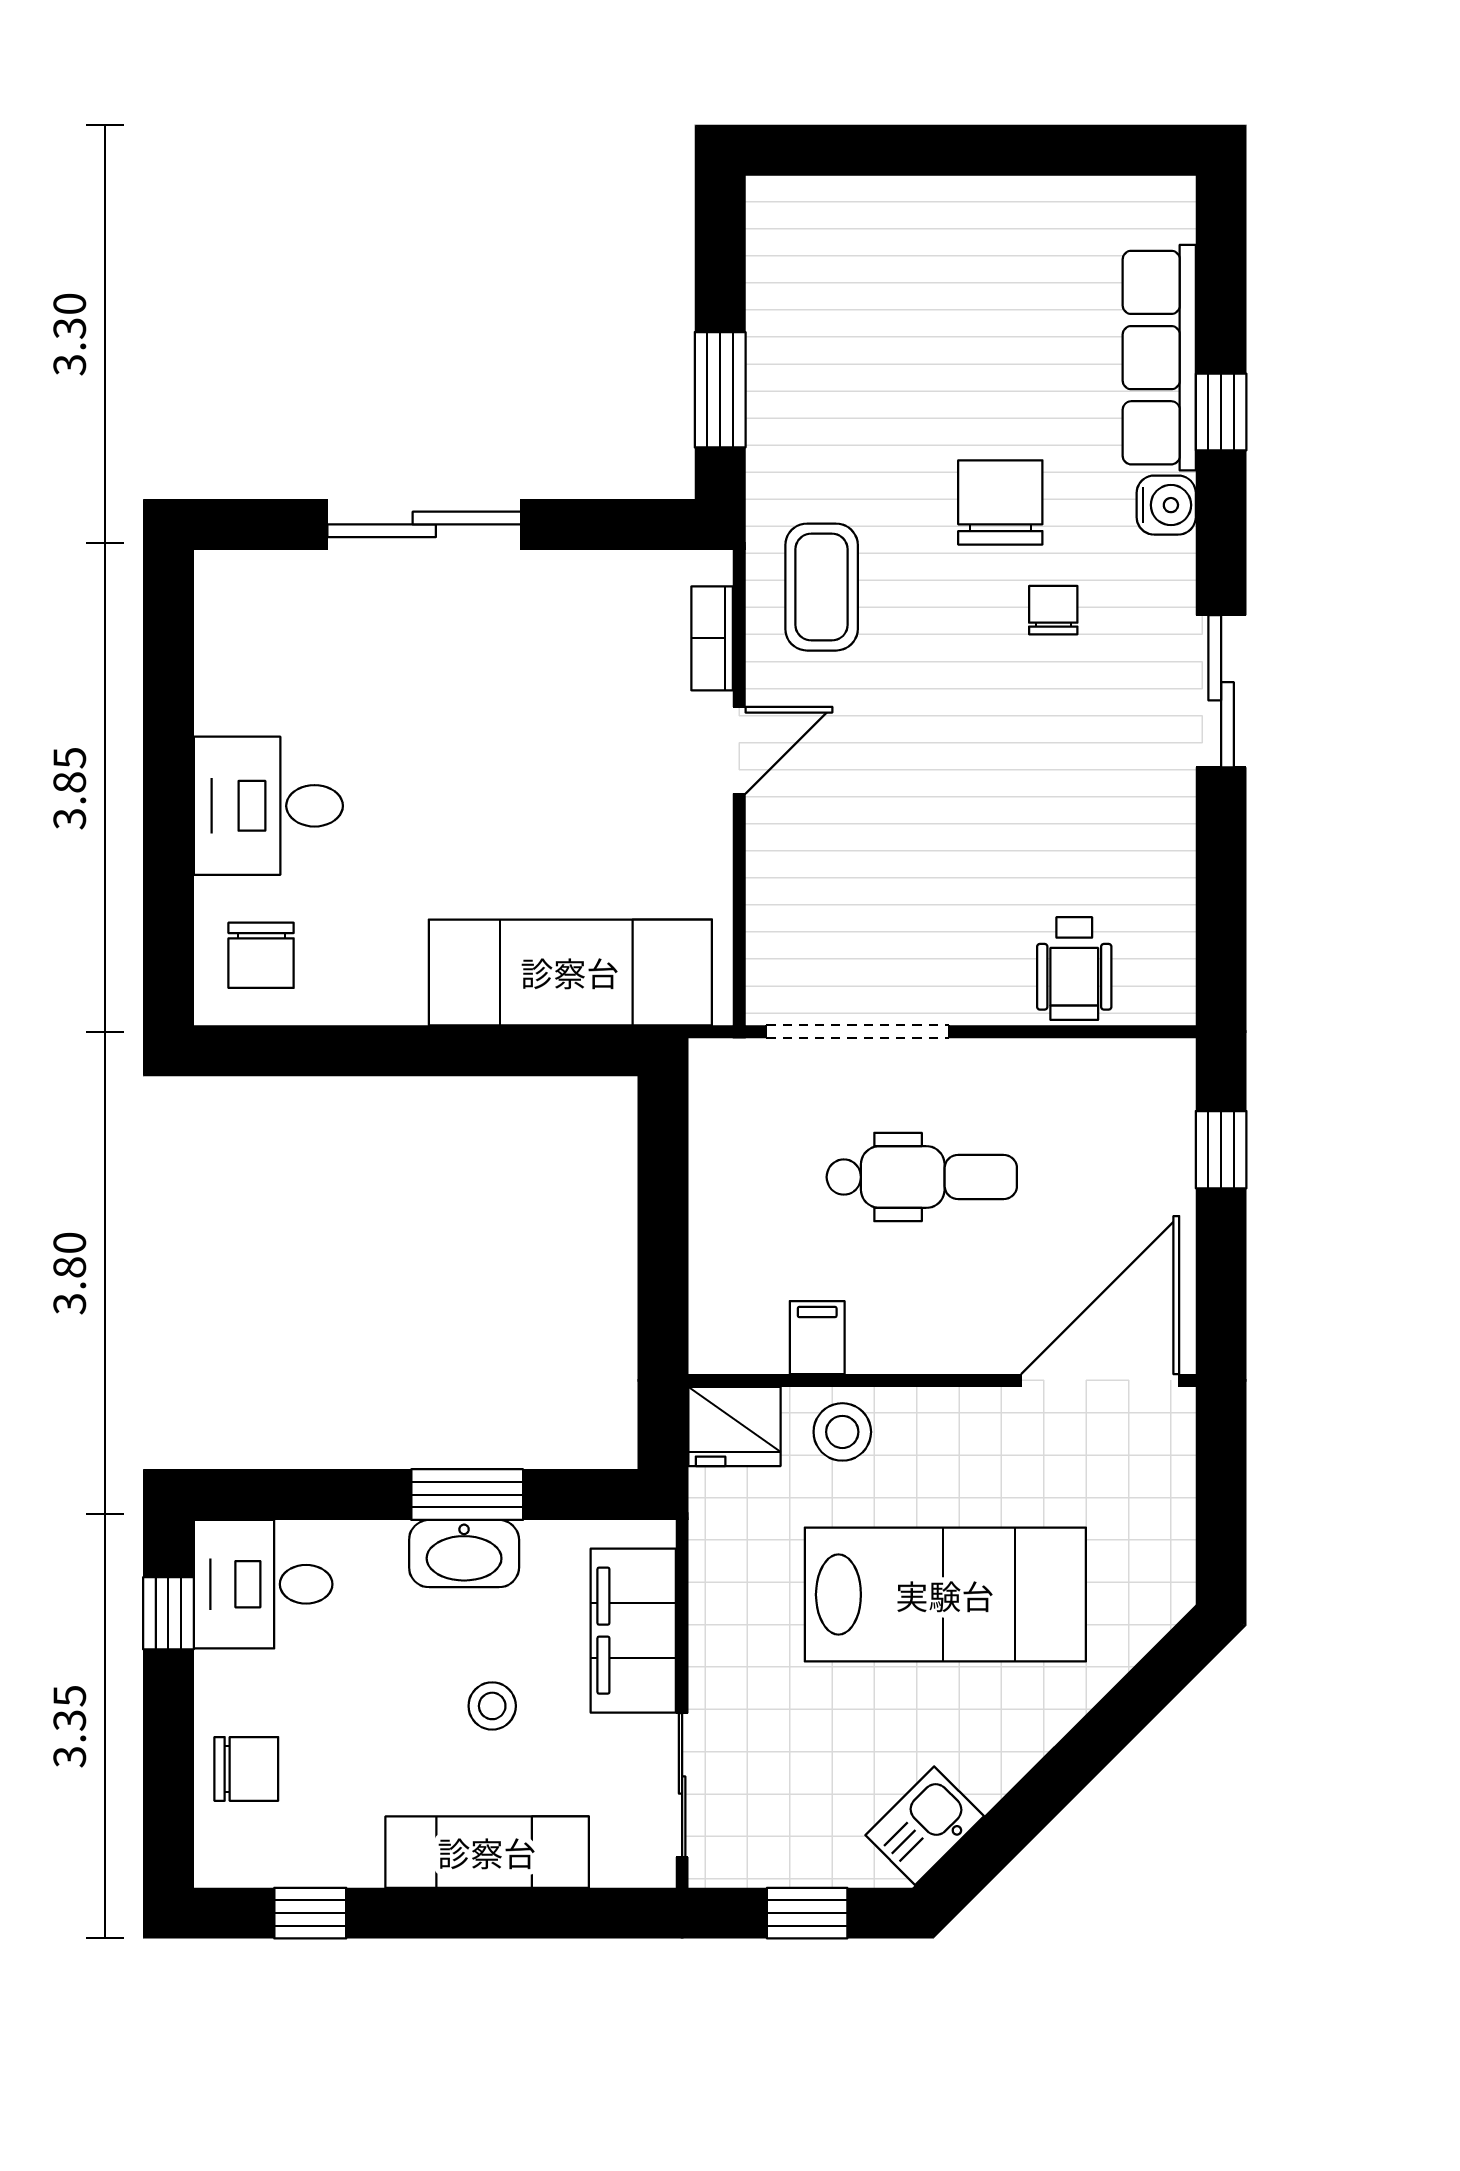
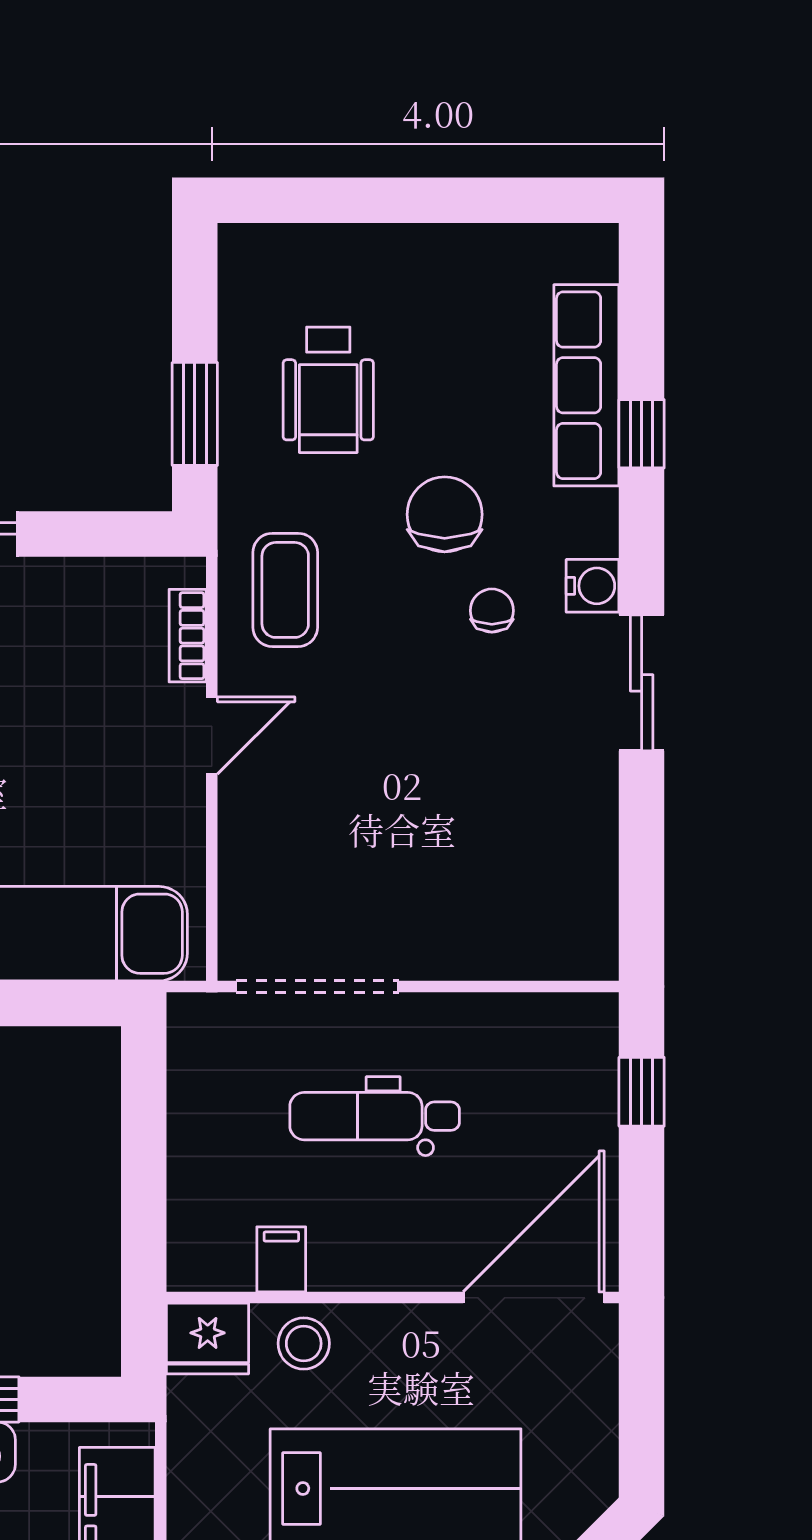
water cooler: (1166, 505) -> (593, 586), moved
wheelchair: (1074, 969) -> (328, 390), moved, width x1.36, depth x1.37
dental chair: (922, 1177) -> (375, 1116), turned 180

